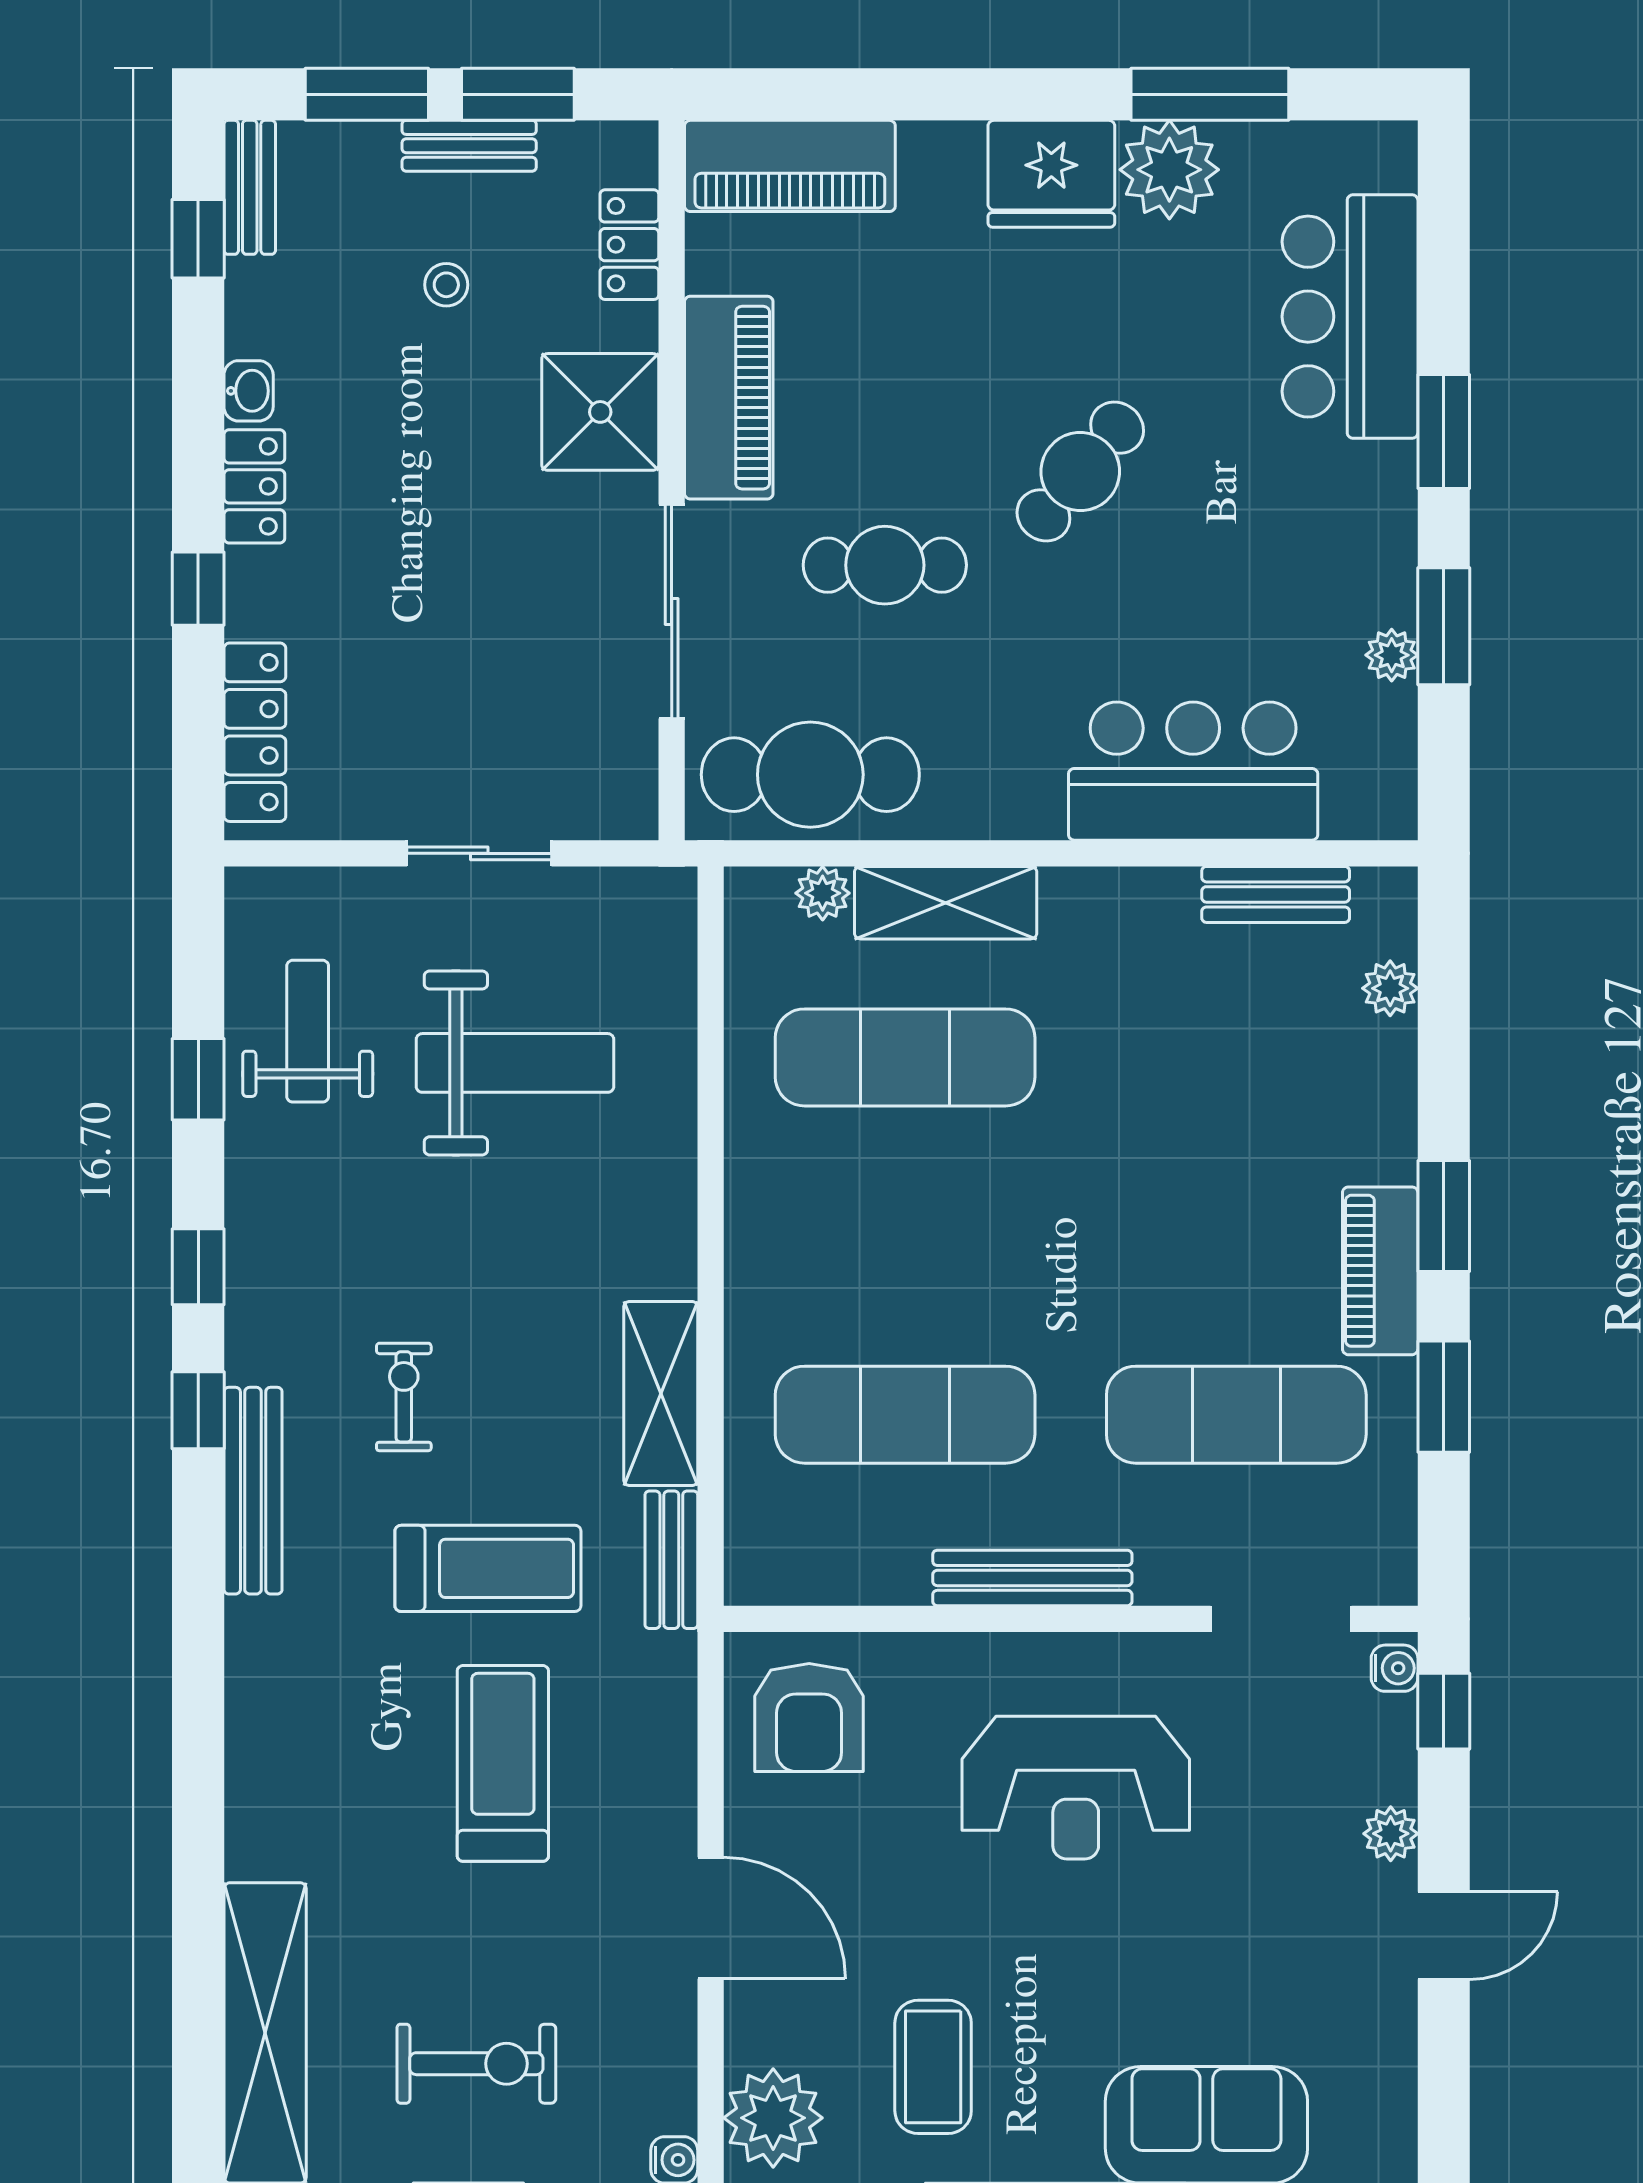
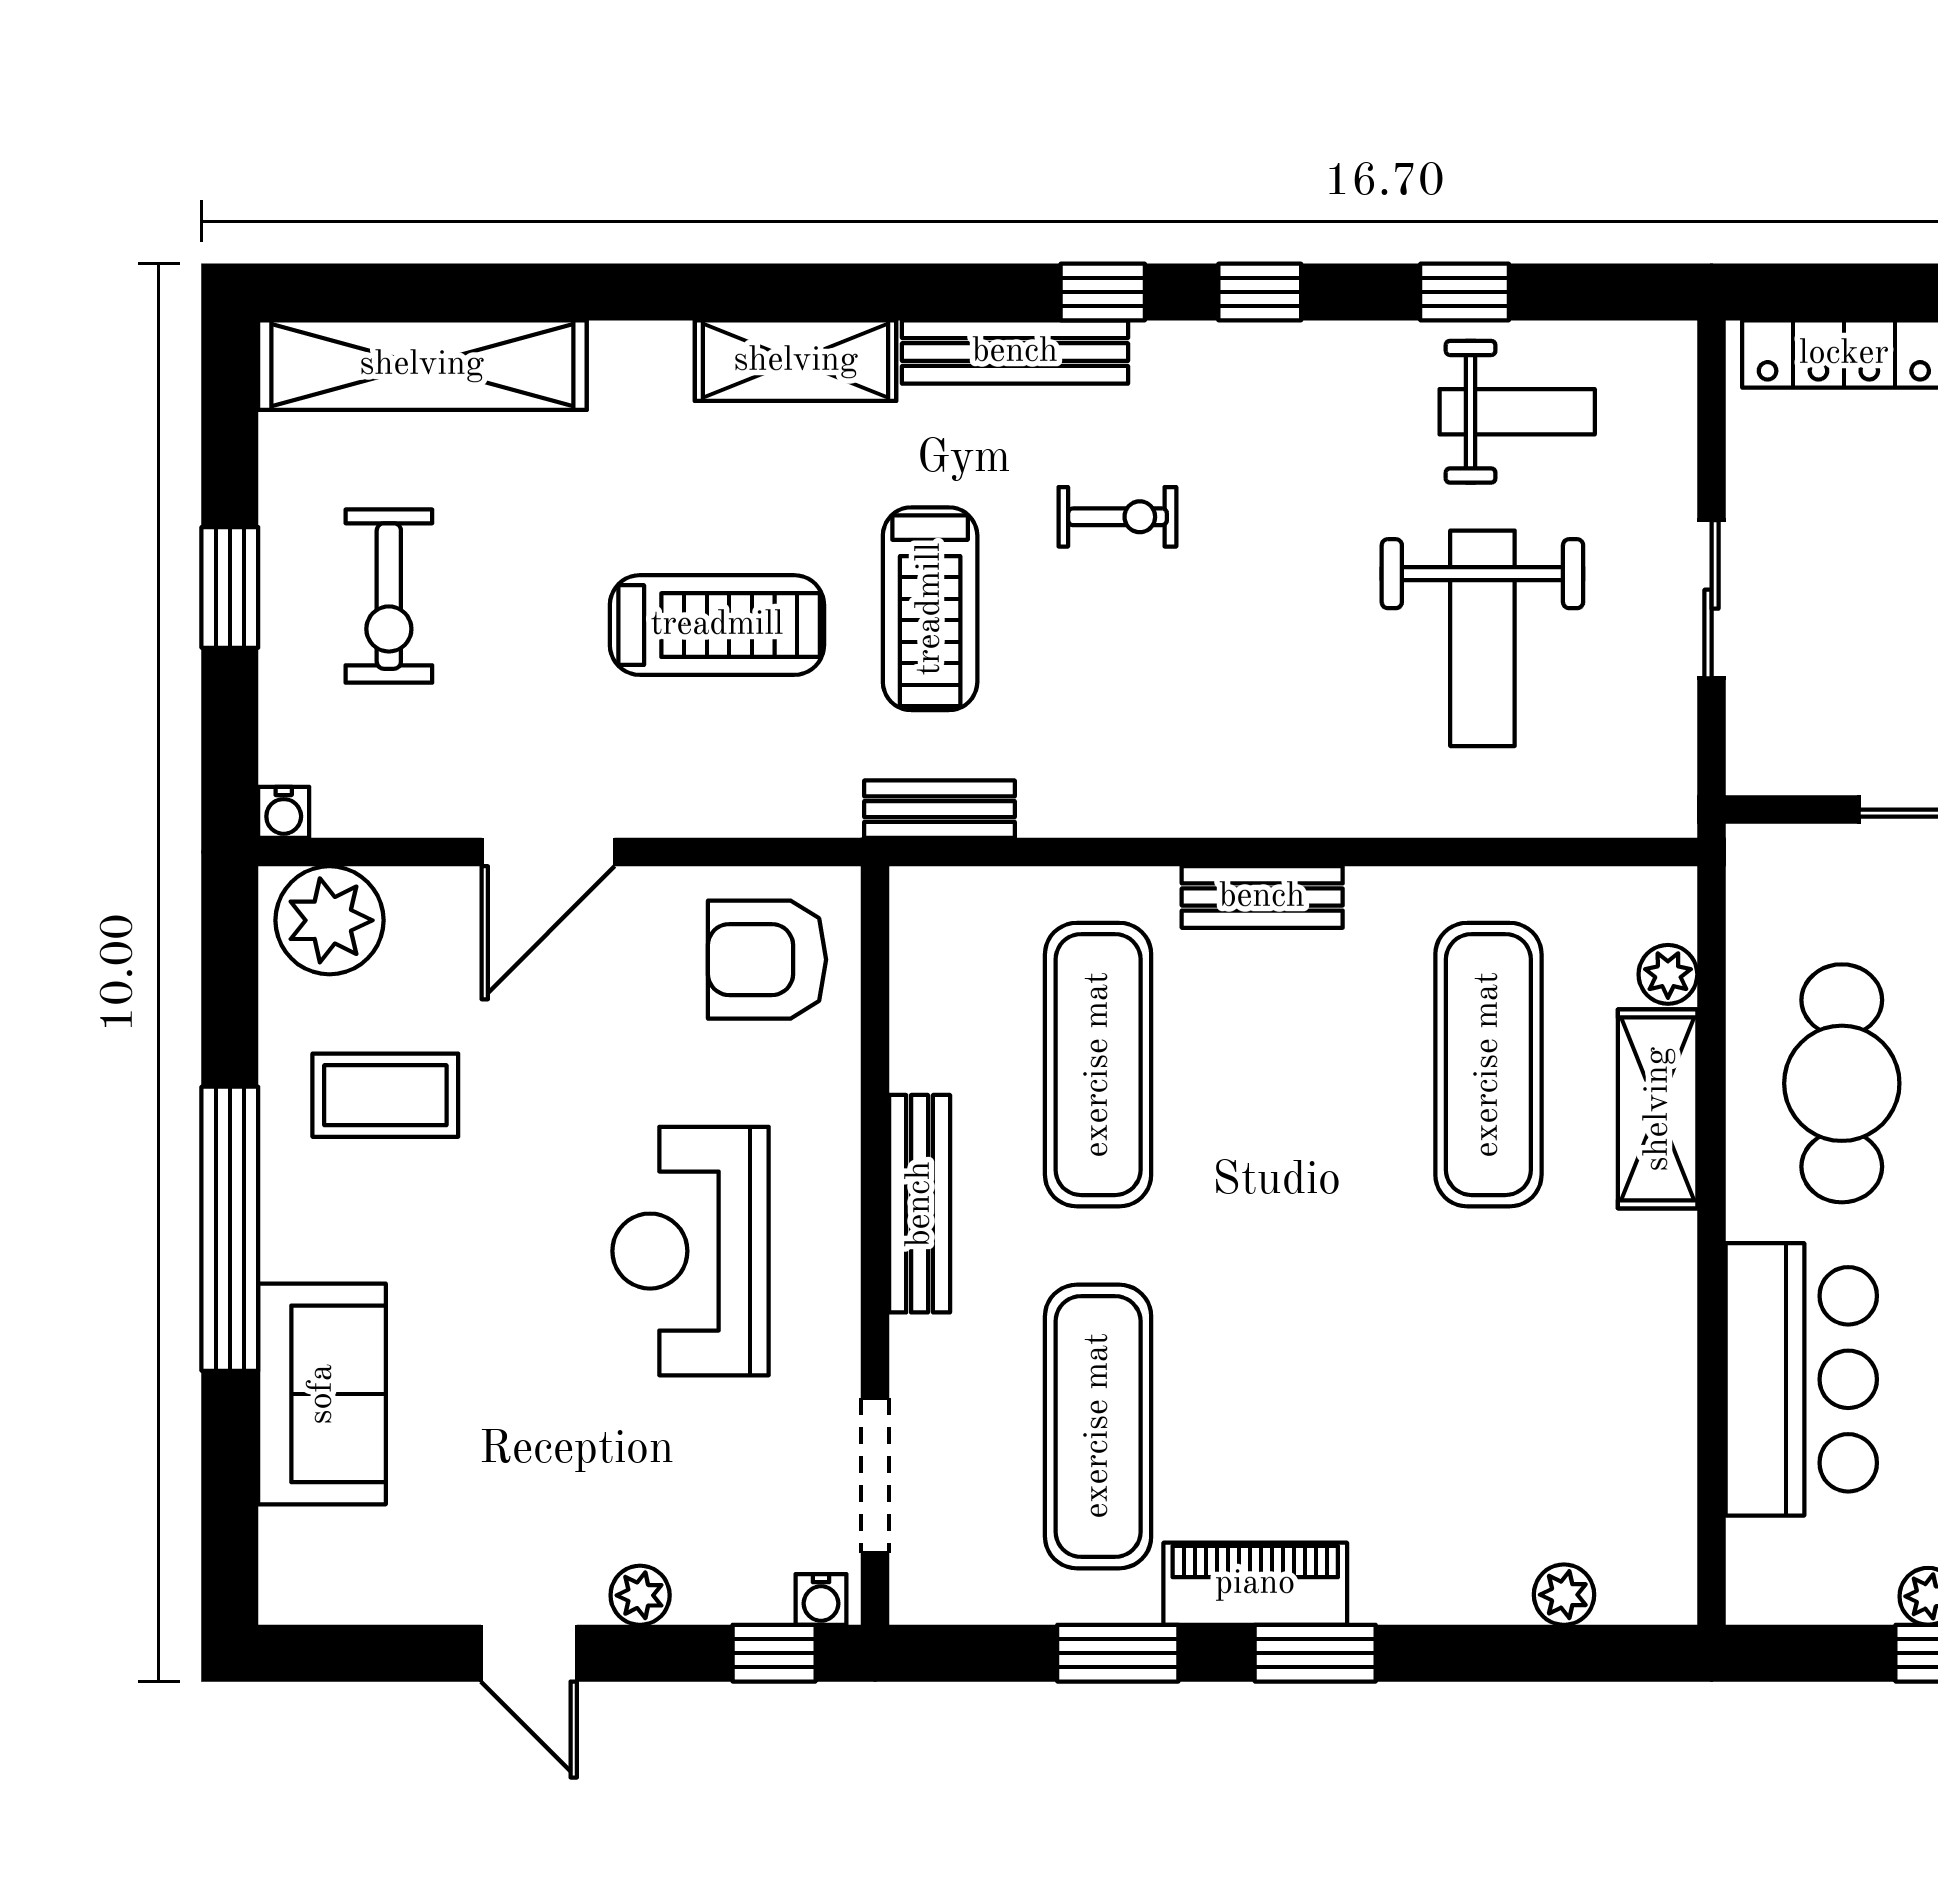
cafe table: (810, 775) -> (1842, 1083), moved
bench: (1276, 894) -> (1262, 897), moved, turned 90
shelving: (661, 1394) -> (796, 361), moved

